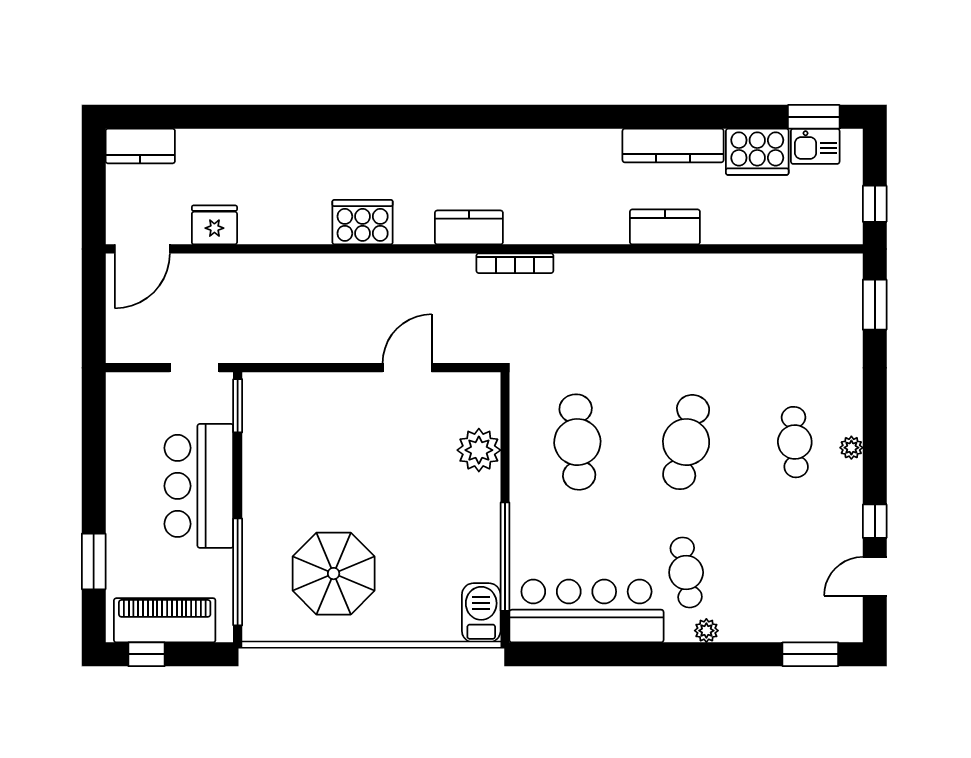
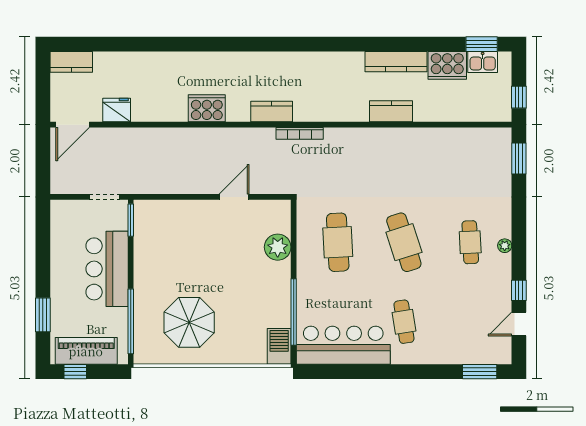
cafe table: (686, 442) -> (404, 242), turned -30
plant: (706, 631) -> (416, 357), removed

